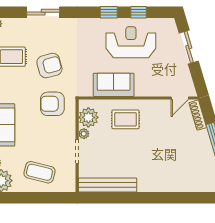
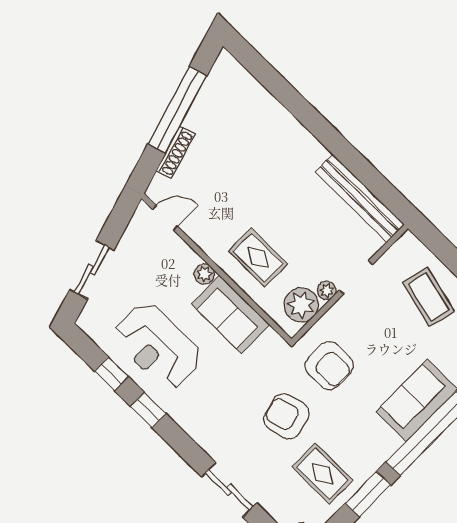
plant: (141, 91) -> (204, 274), added
shoe rack: (198, 115) -> (175, 152), moved

